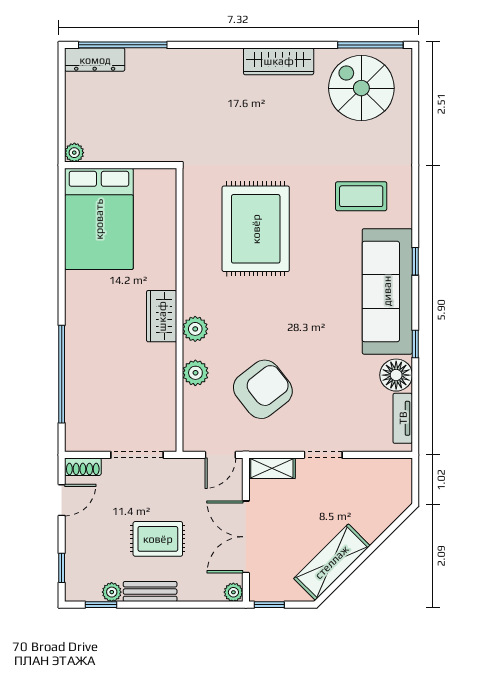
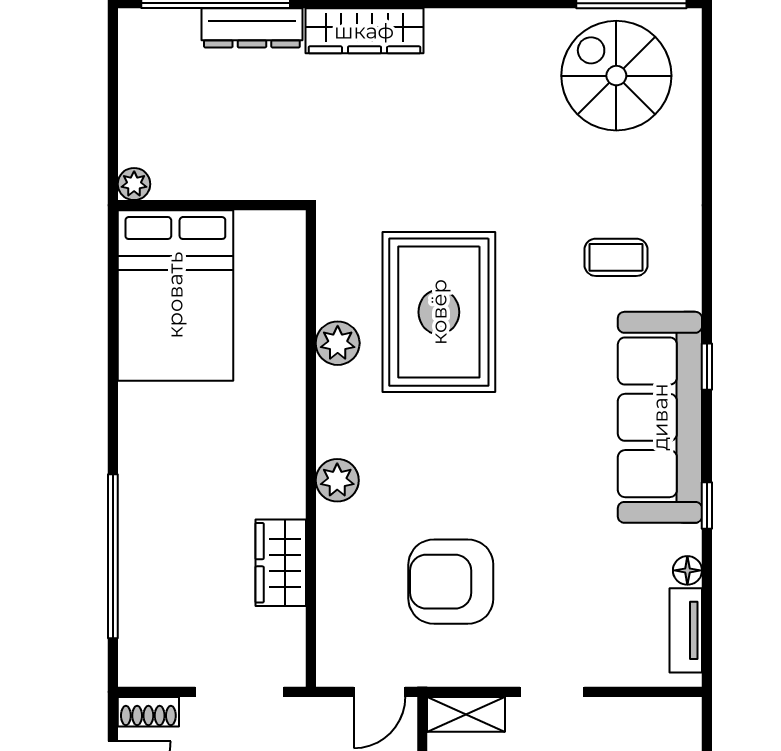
dresser: (95, 60) -> (252, 28), moved
wardrobe: (279, 61) -> (364, 31), moved
coffee table: (361, 196) -> (616, 257), width x0.73, depth x0.77
wardrobe: (162, 316) -> (281, 563), moved
plant: (195, 373) -> (338, 343), moved
floor lamp: (396, 375) -> (687, 570), width x0.53, depth x0.53
armchair: (263, 389) -> (451, 582), turned -142

